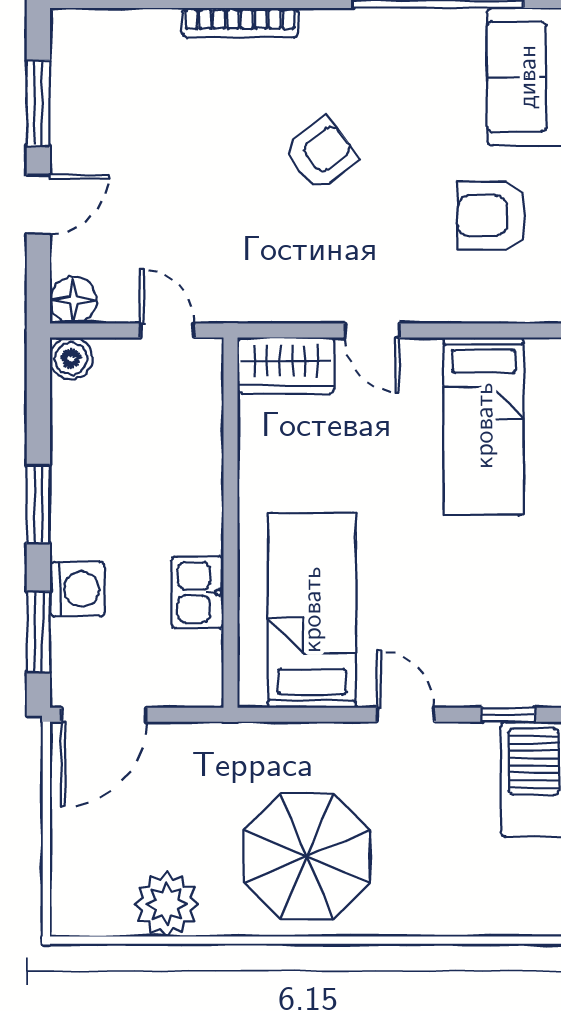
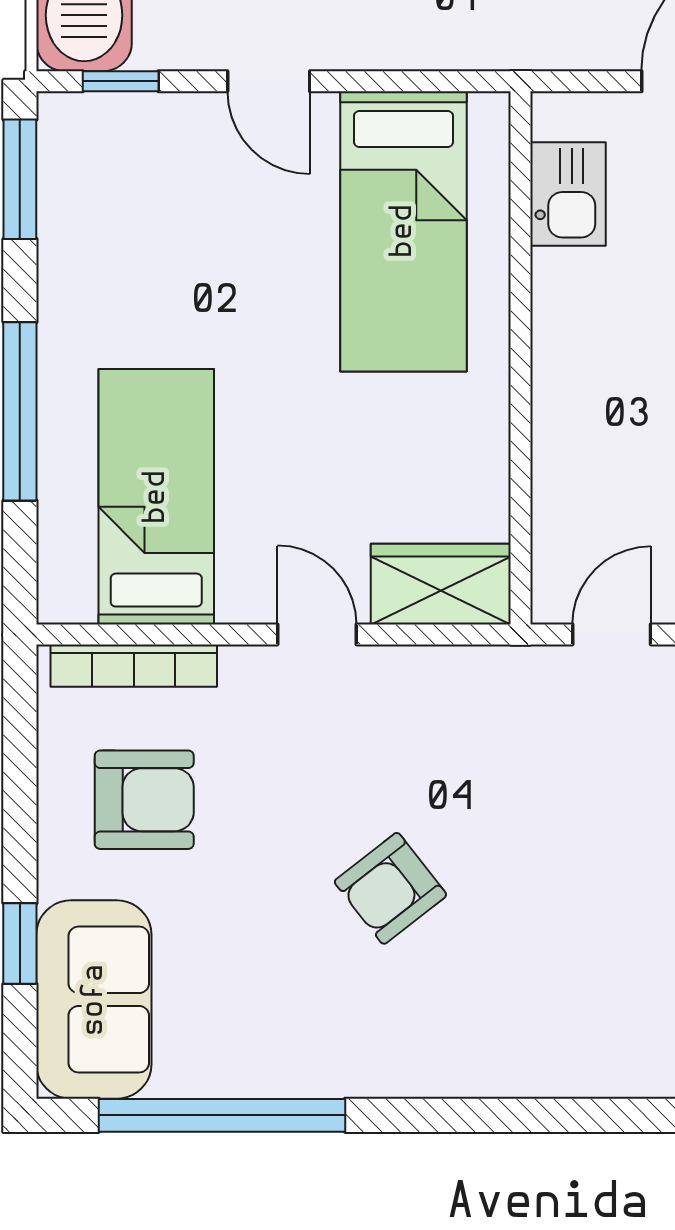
bookcase: (240, 23) -> (134, 666), moved, turned 180
door: (167, 330) -> (612, 634), swing flipped
kitchen sink: (198, 592) -> (568, 194), moved

